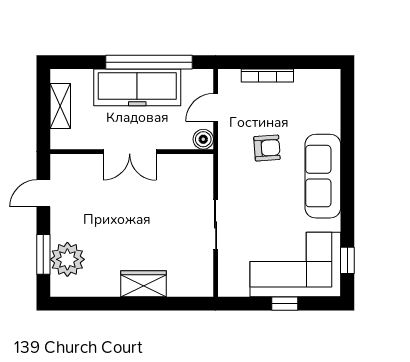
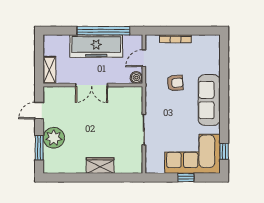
shelving: (60, 106) -> (49, 70), moved
plant: (67, 259) -> (54, 138), moved

